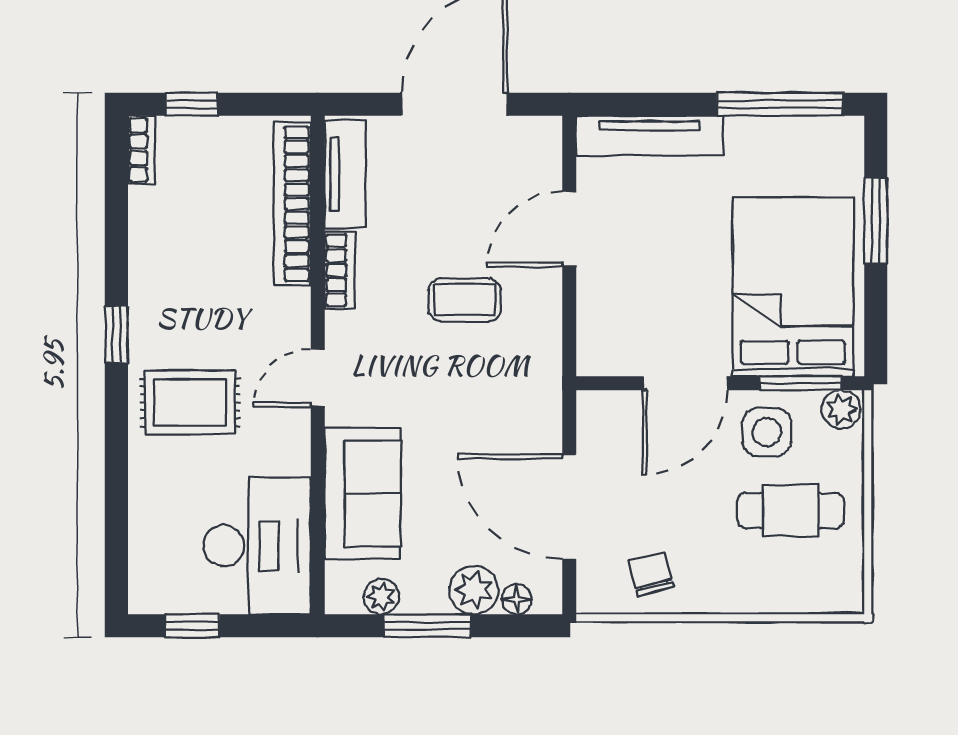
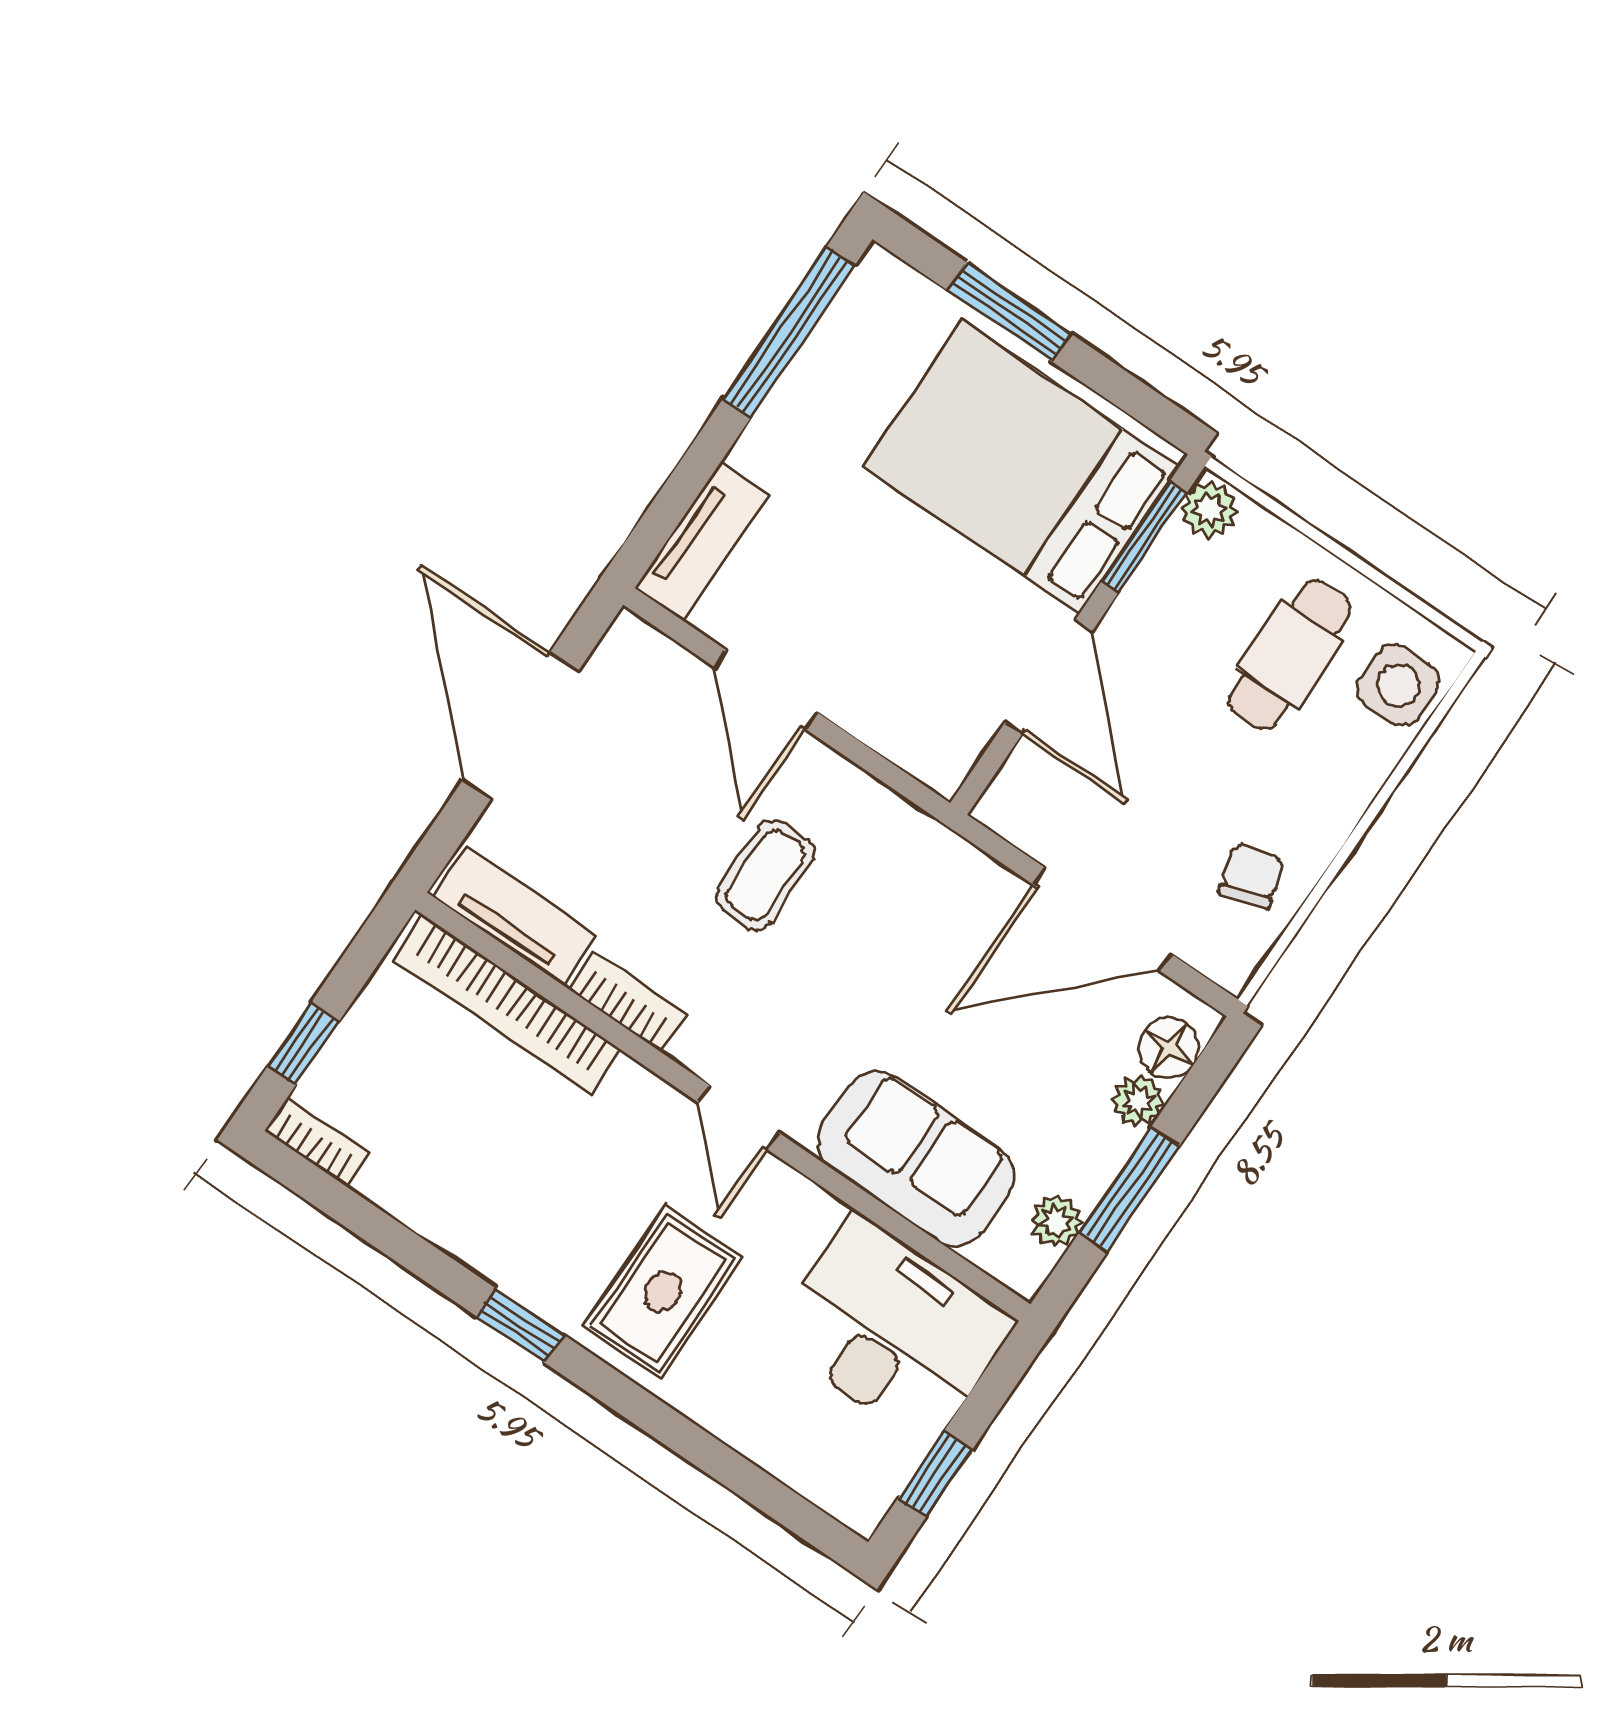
tv unit: (650, 136) -> (702, 541), width x0.71
side table: (767, 432) -> (1398, 685), moved
chair: (651, 574) -> (1251, 876), turned 88
plant: (474, 590) -> (1138, 1101), width x0.73, depth x0.73
floor lamp: (517, 599) -> (1169, 1048), width x1.37, depth x1.37

